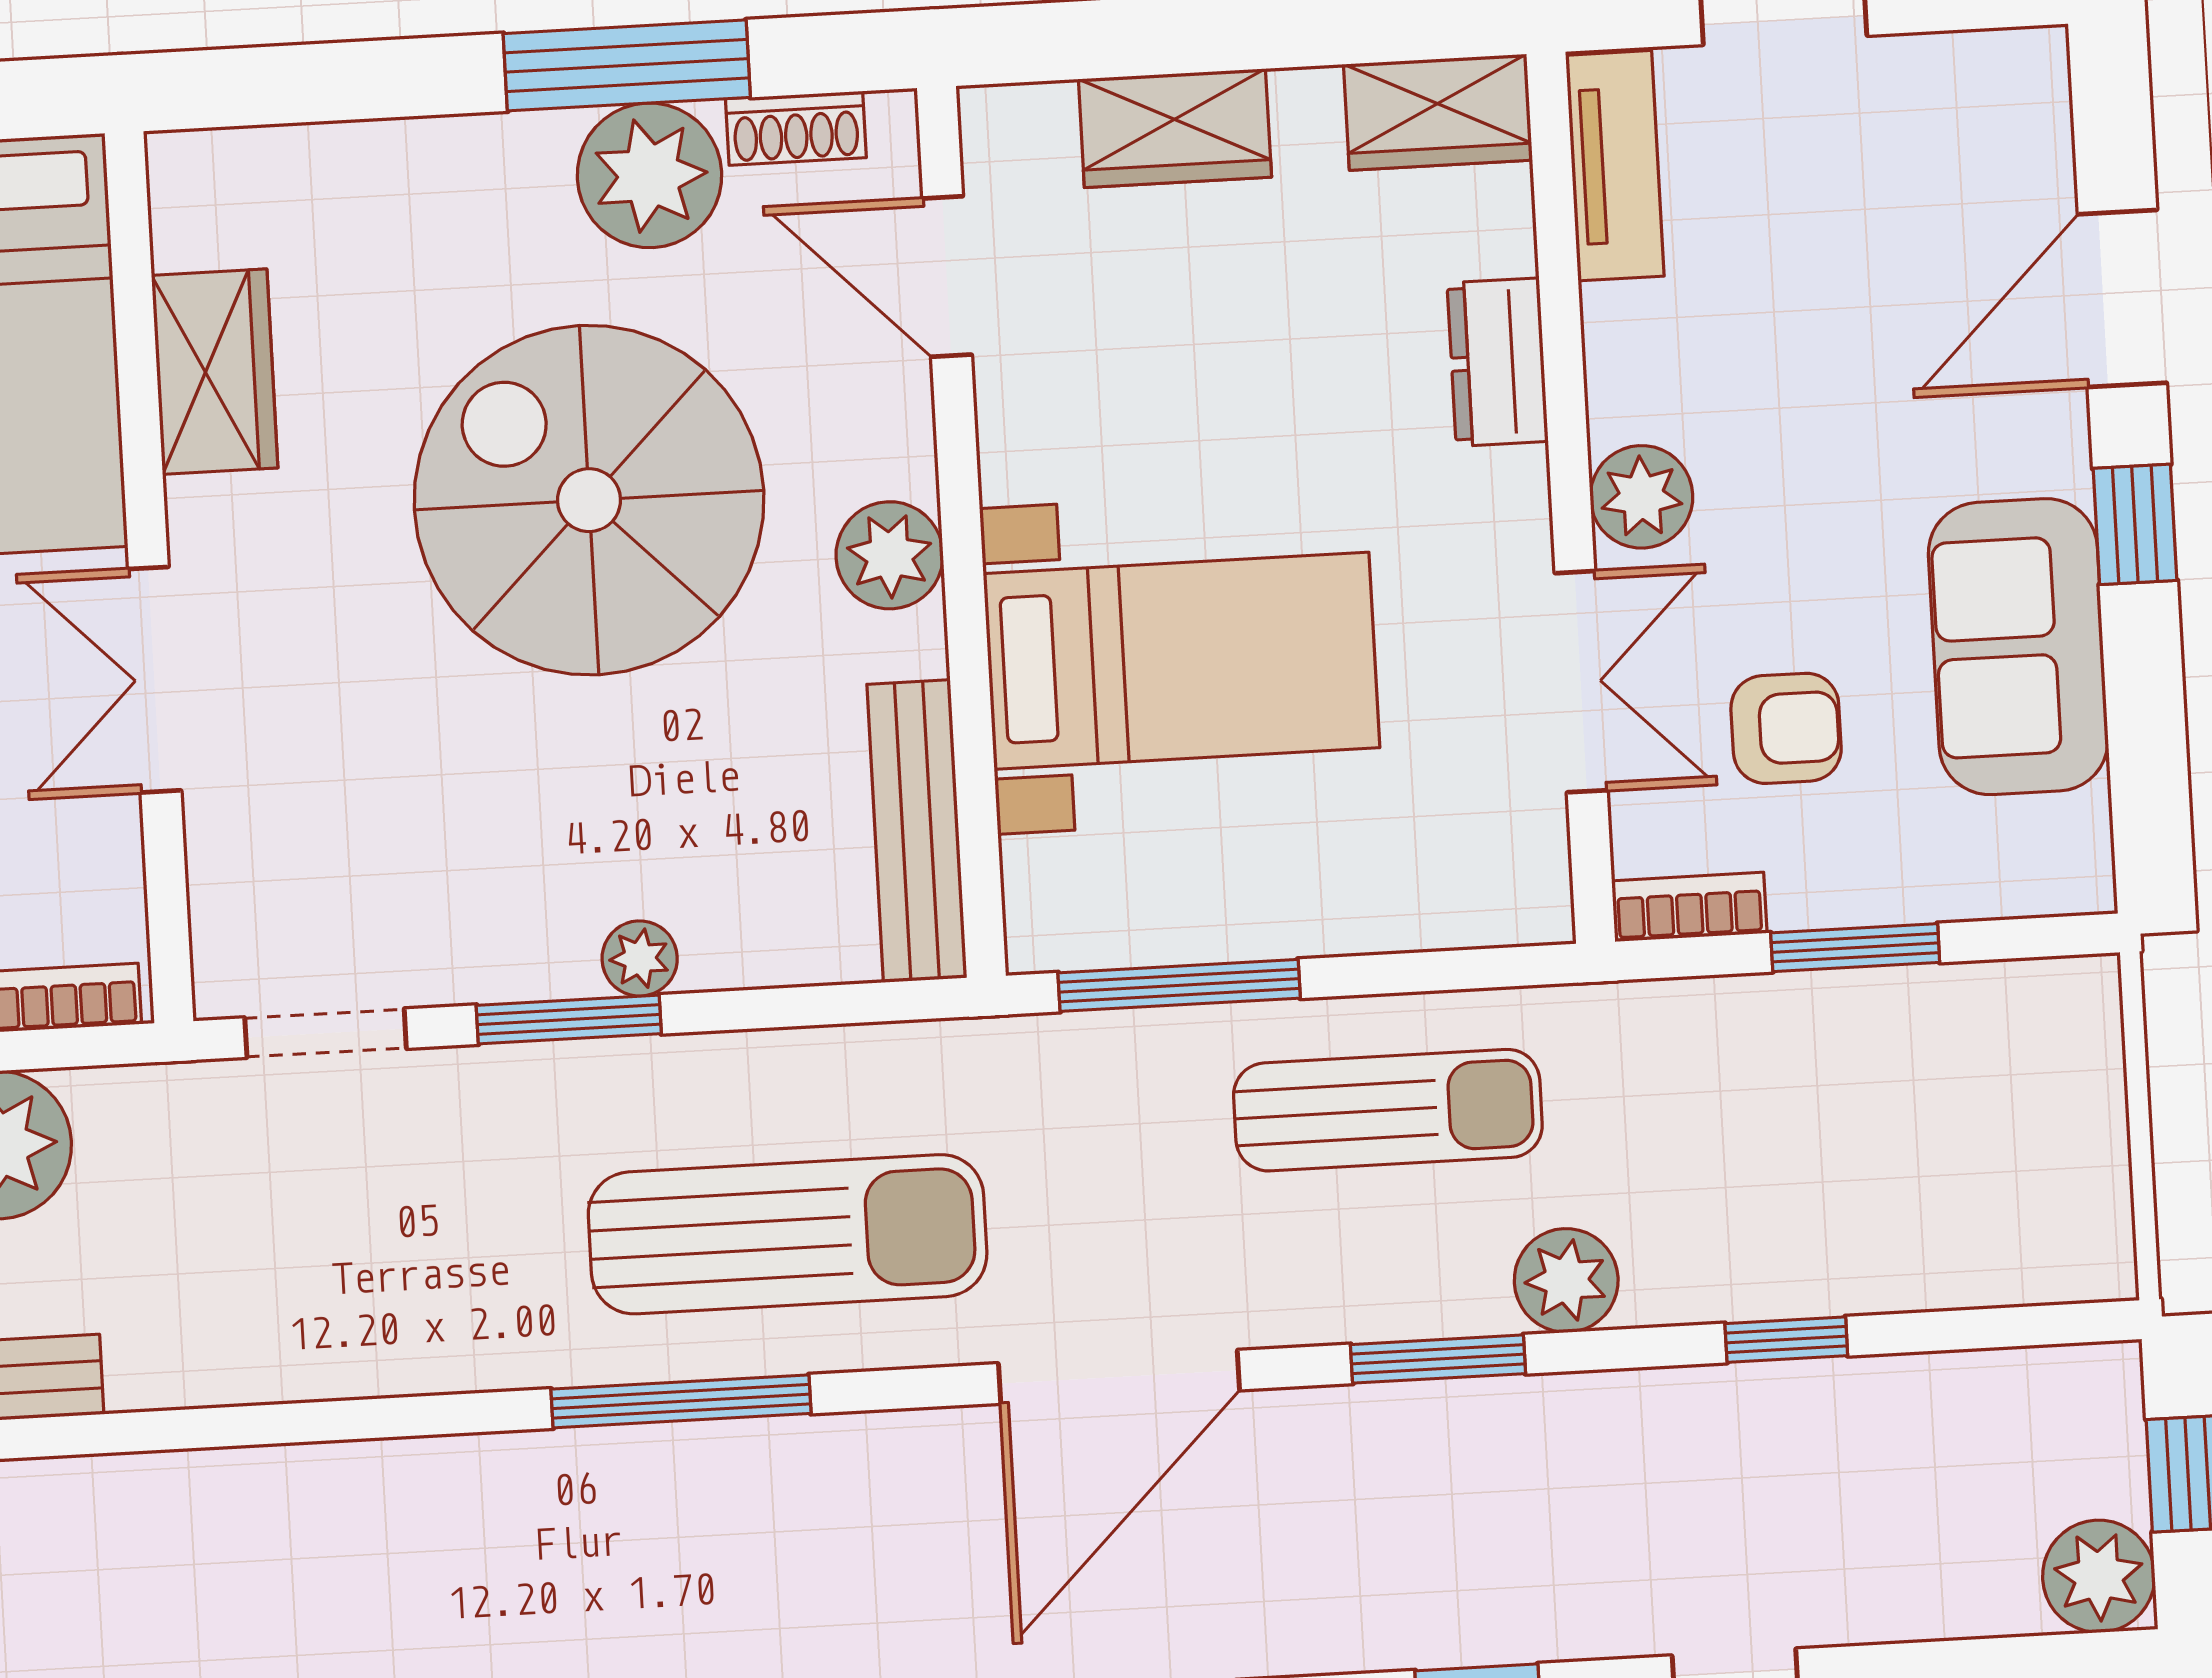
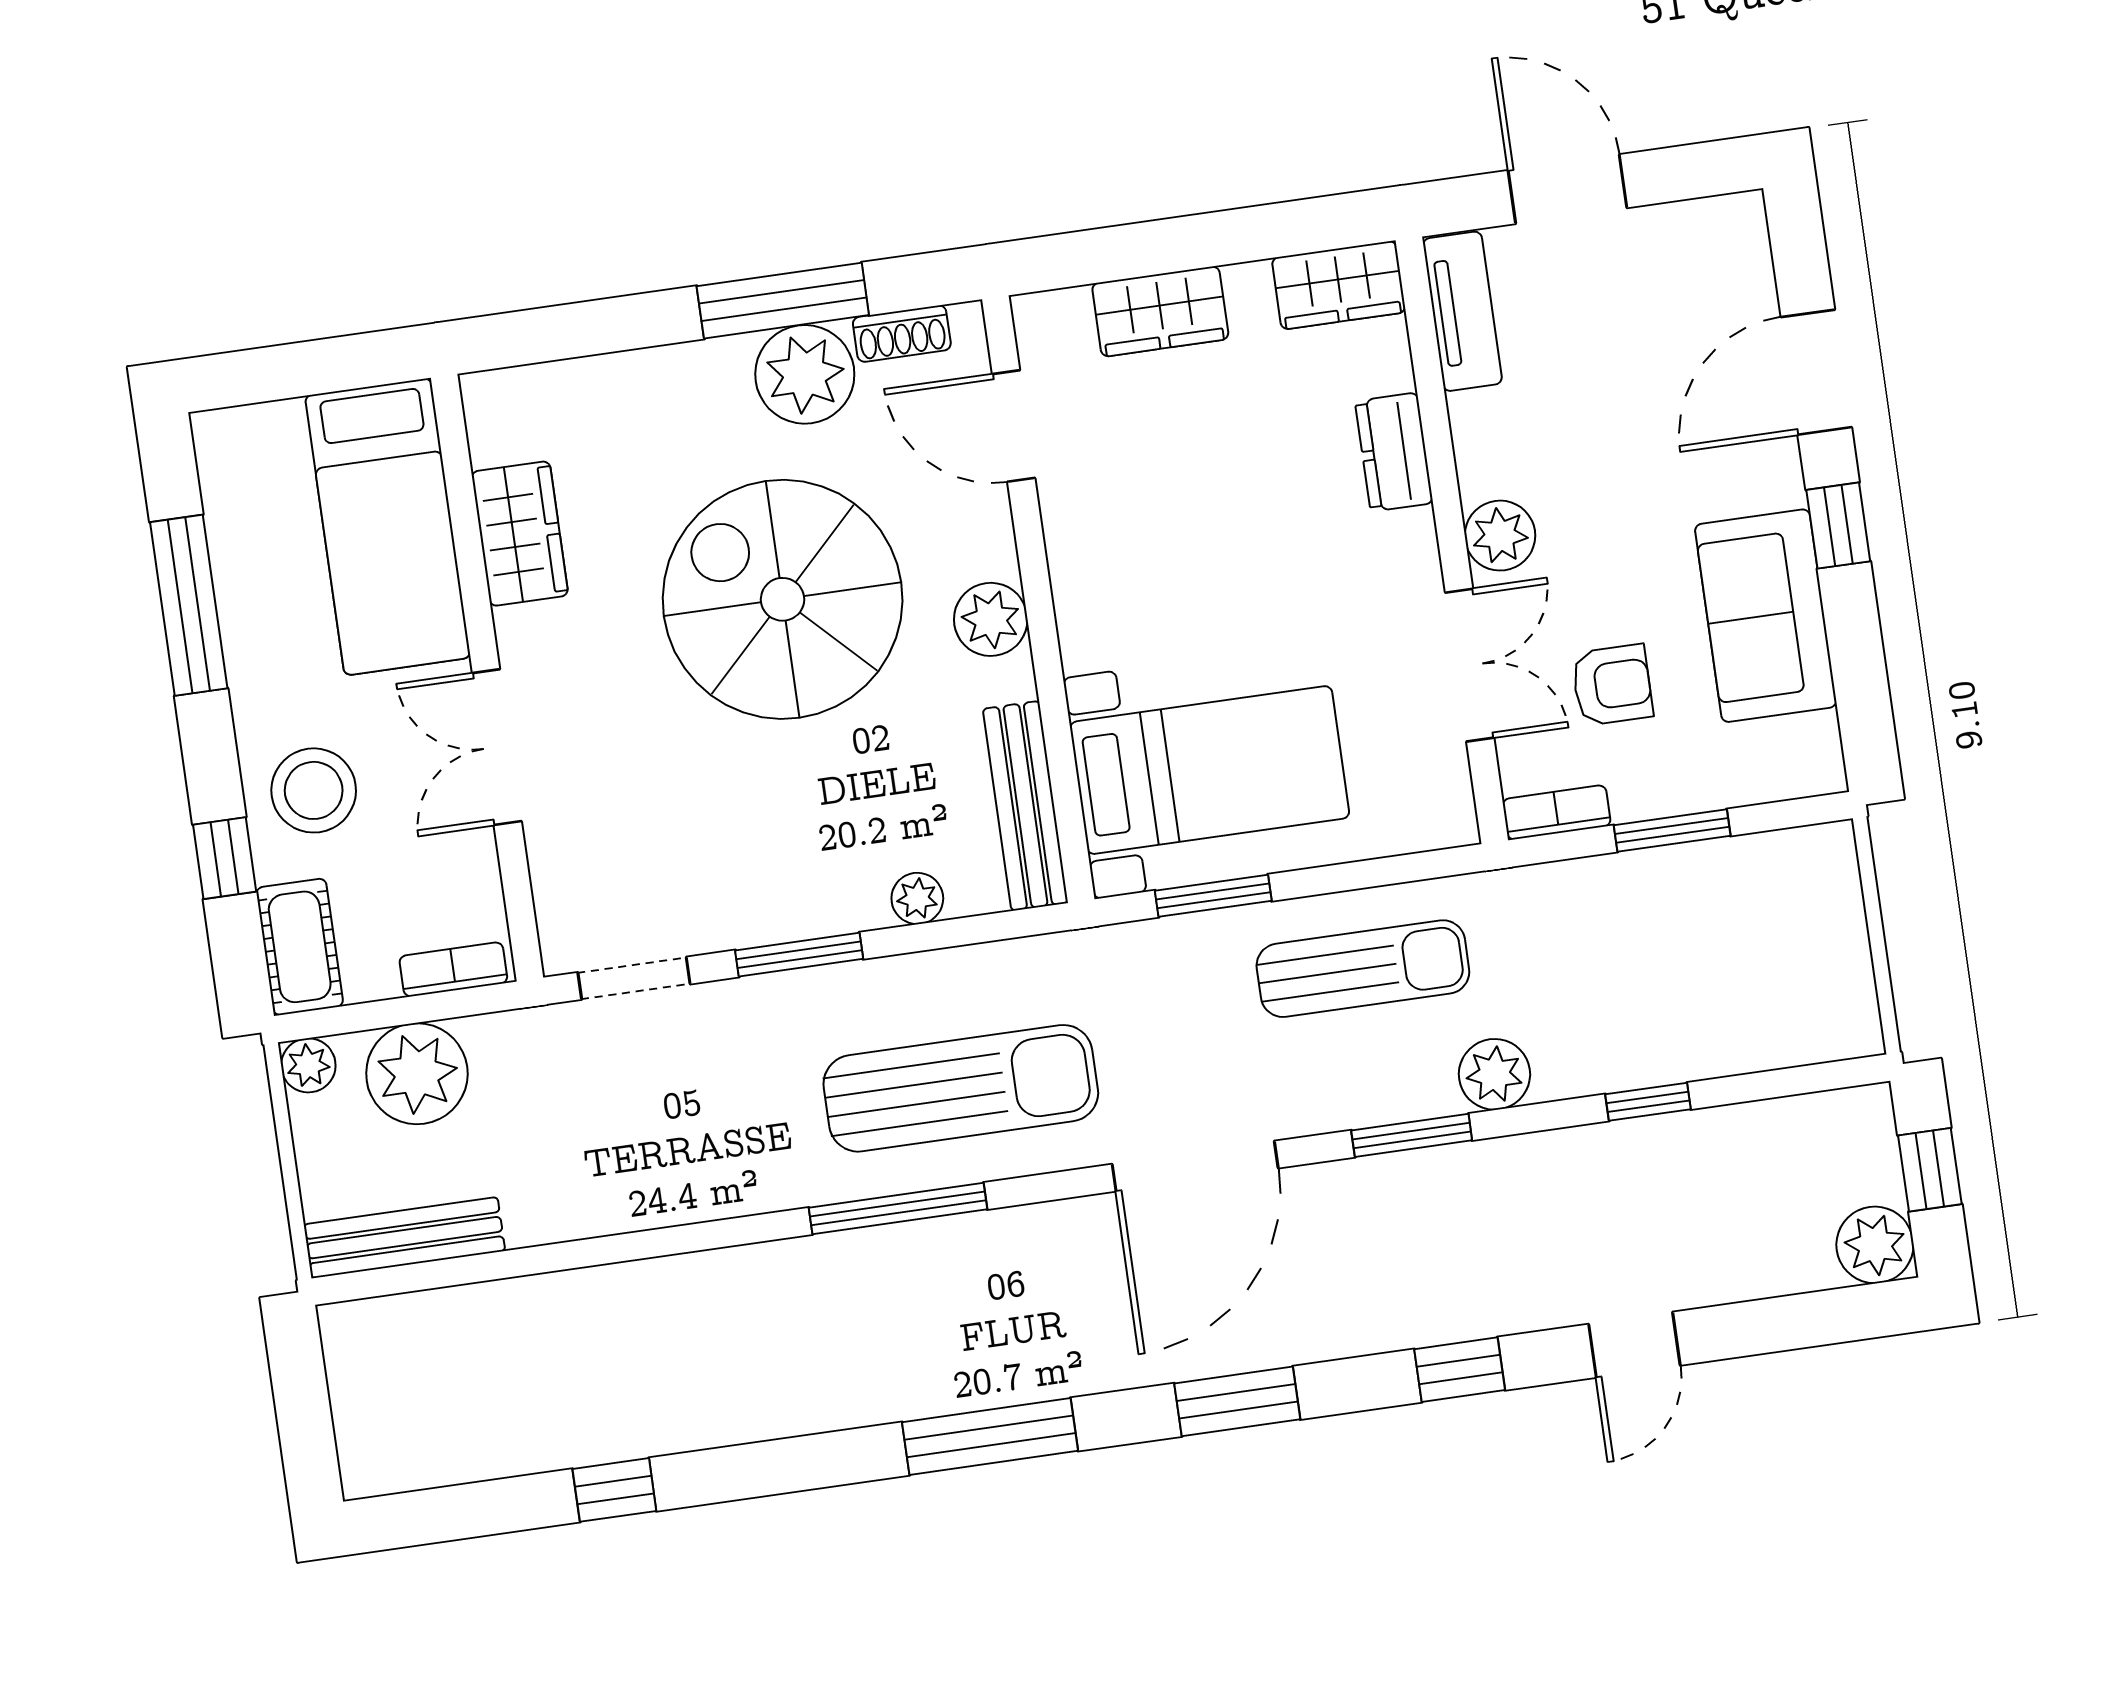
bed with nightstands: (1181, 661) -> (1210, 770), moved
plant: (640, 958) -> (917, 898), moved
window: (1179, 985) -> (1213, 896), width x0.69

